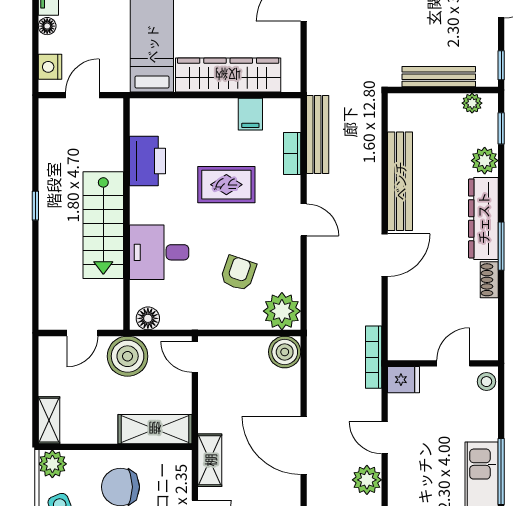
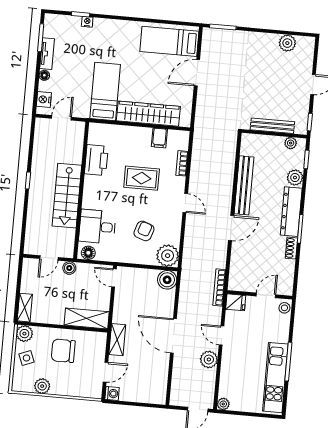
bench: (318, 134) -> (198, 153), removed
desk: (159, 252) -> (97, 227), moved
boiler: (128, 356) -> (69, 268), width x0.54, depth x0.54

